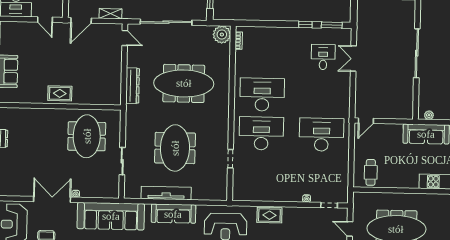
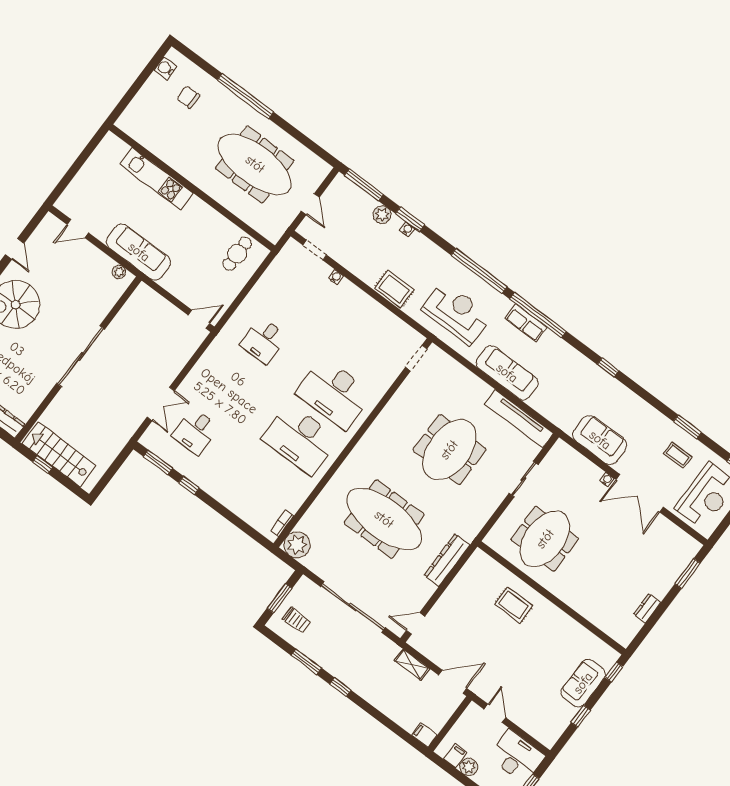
door: (125, 38) -> (416, 623), hinge flipped
rug: (60, 93) -> (514, 605), moved
desk: (321, 135) -> (264, 341), width x0.53, depth x0.77
doorway: (230, 159) -> (416, 358), moved
tv unit: (166, 193) -> (519, 419), moved
sofa: (111, 216) -> (600, 440), width x0.54, depth x0.79

